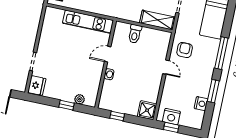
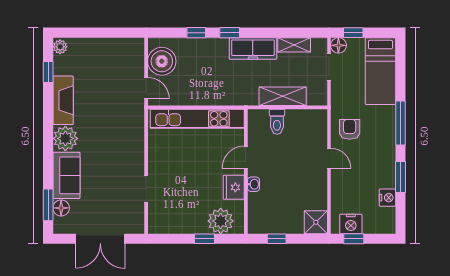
shelving: (157, 20) -> (283, 96), moved
kitchen unit: (88, 22) -> (197, 119), width x1.36
fridge: (37, 85) -> (234, 187), moved, turned 180
plant: (79, 99) -> (221, 221), width x1.88, depth x1.88

